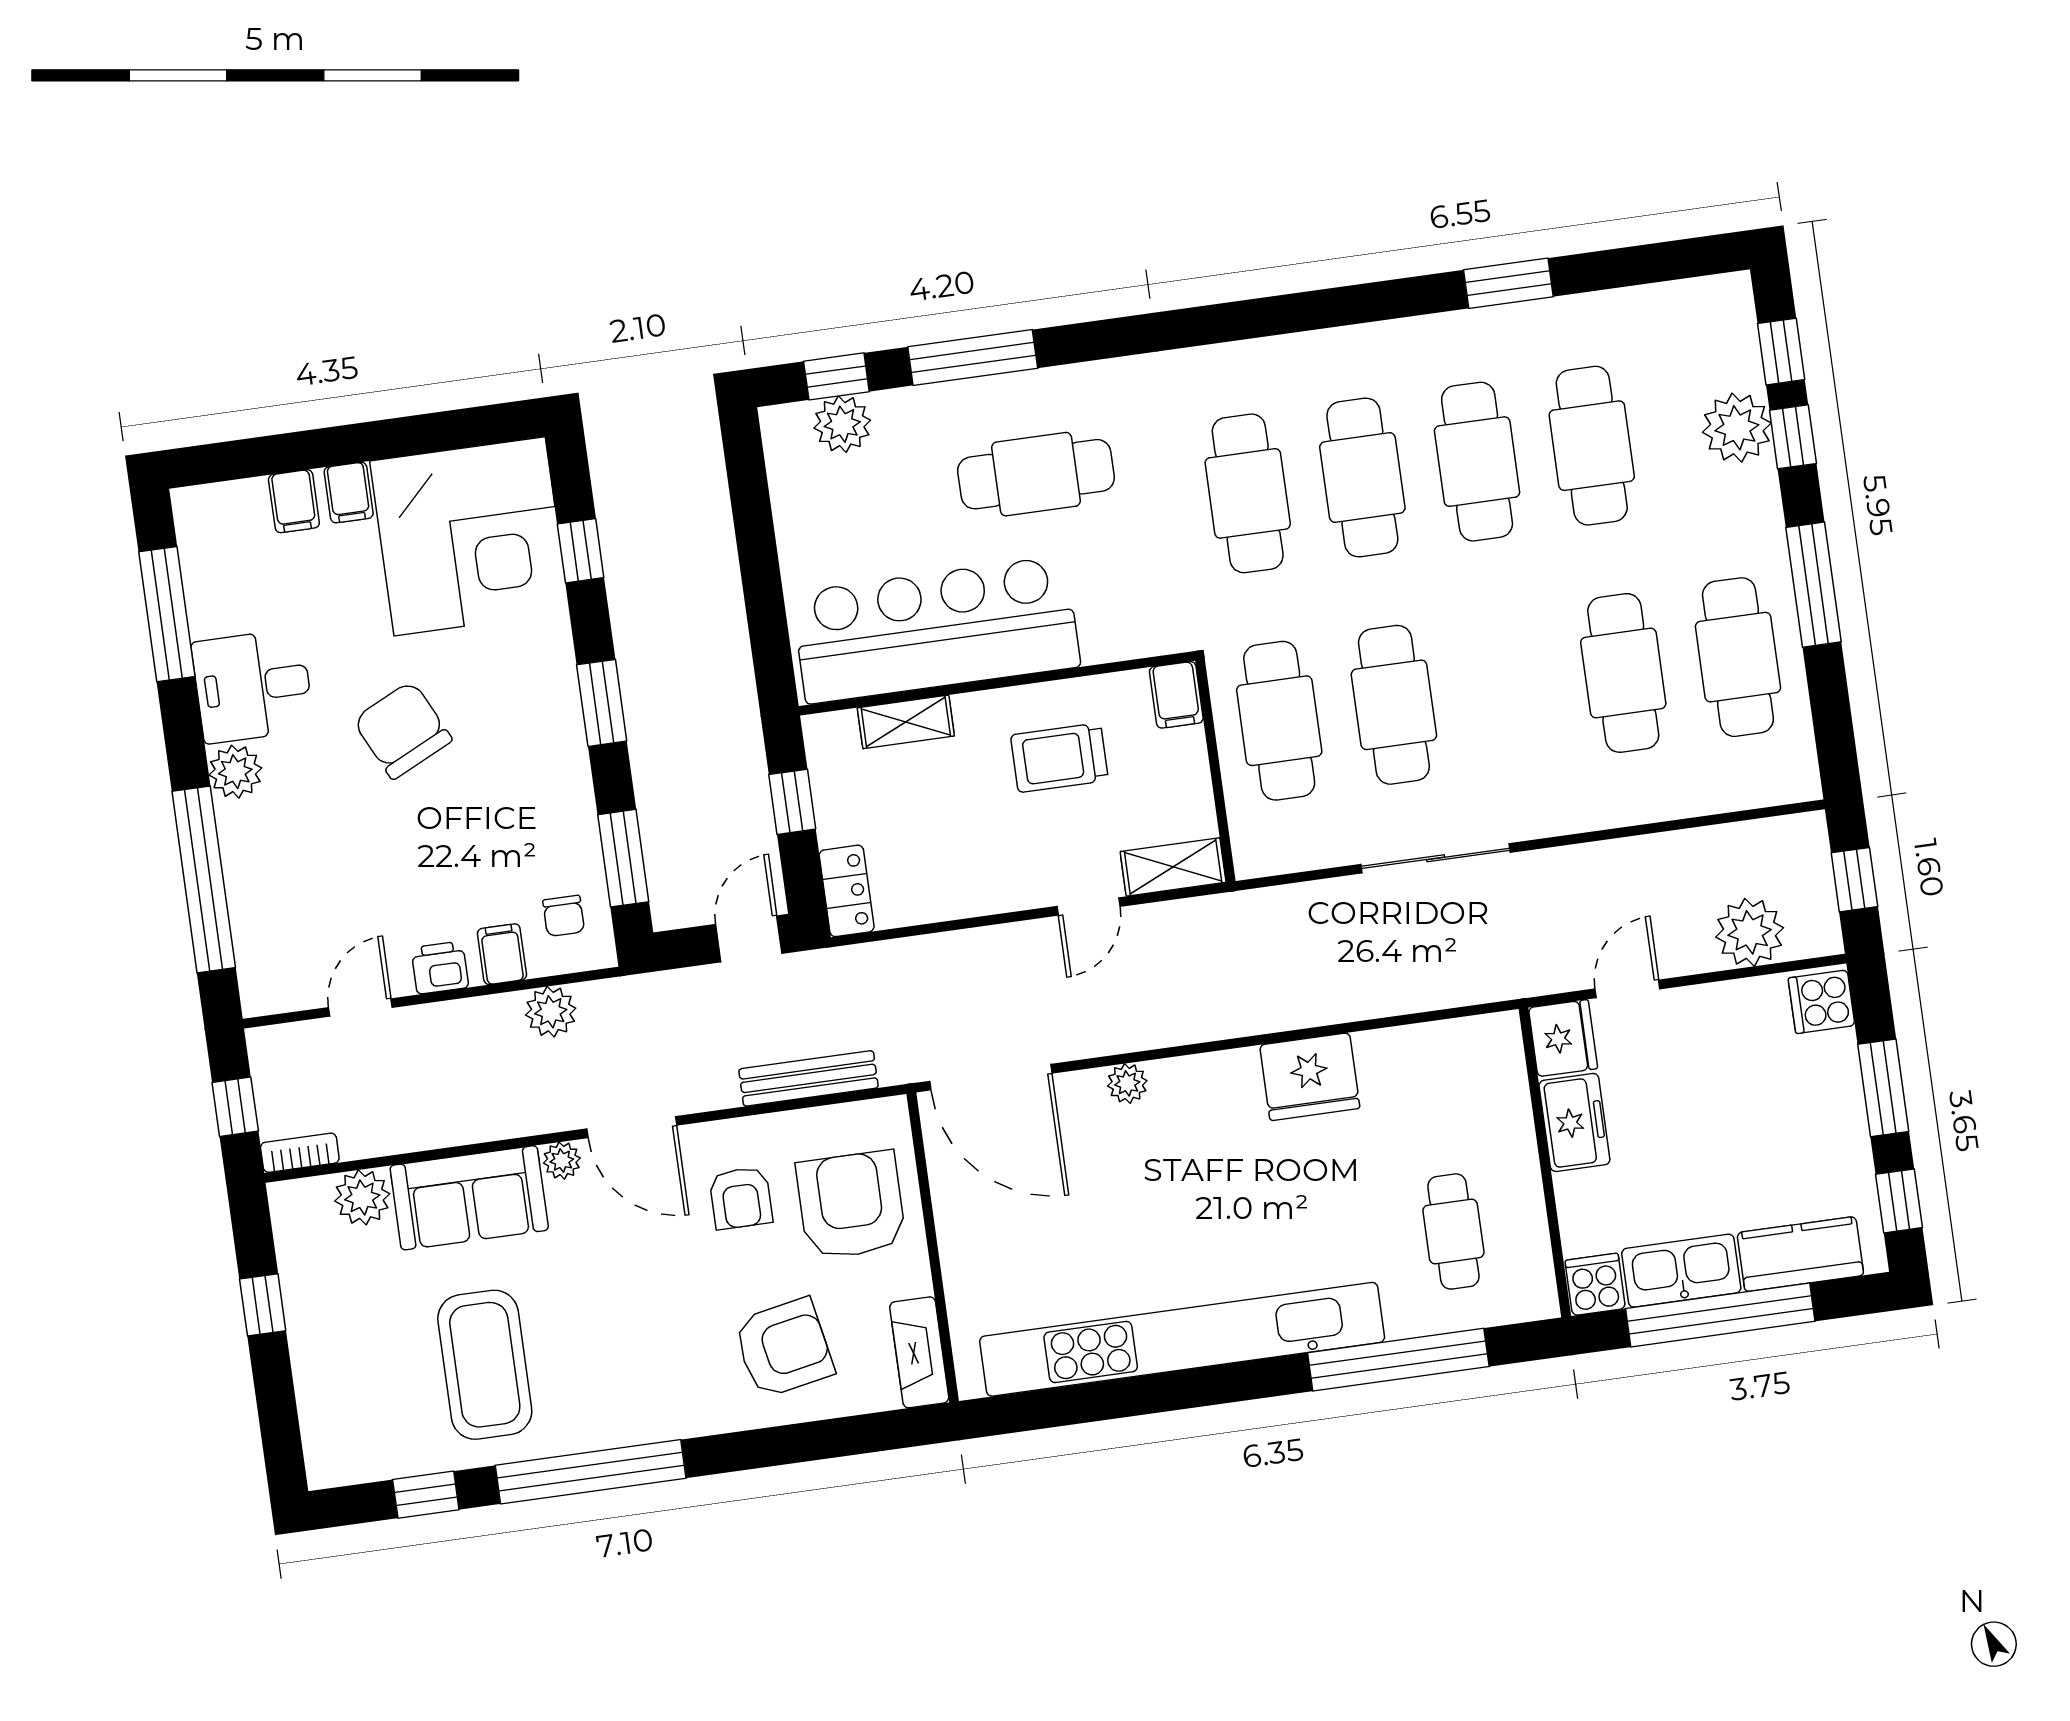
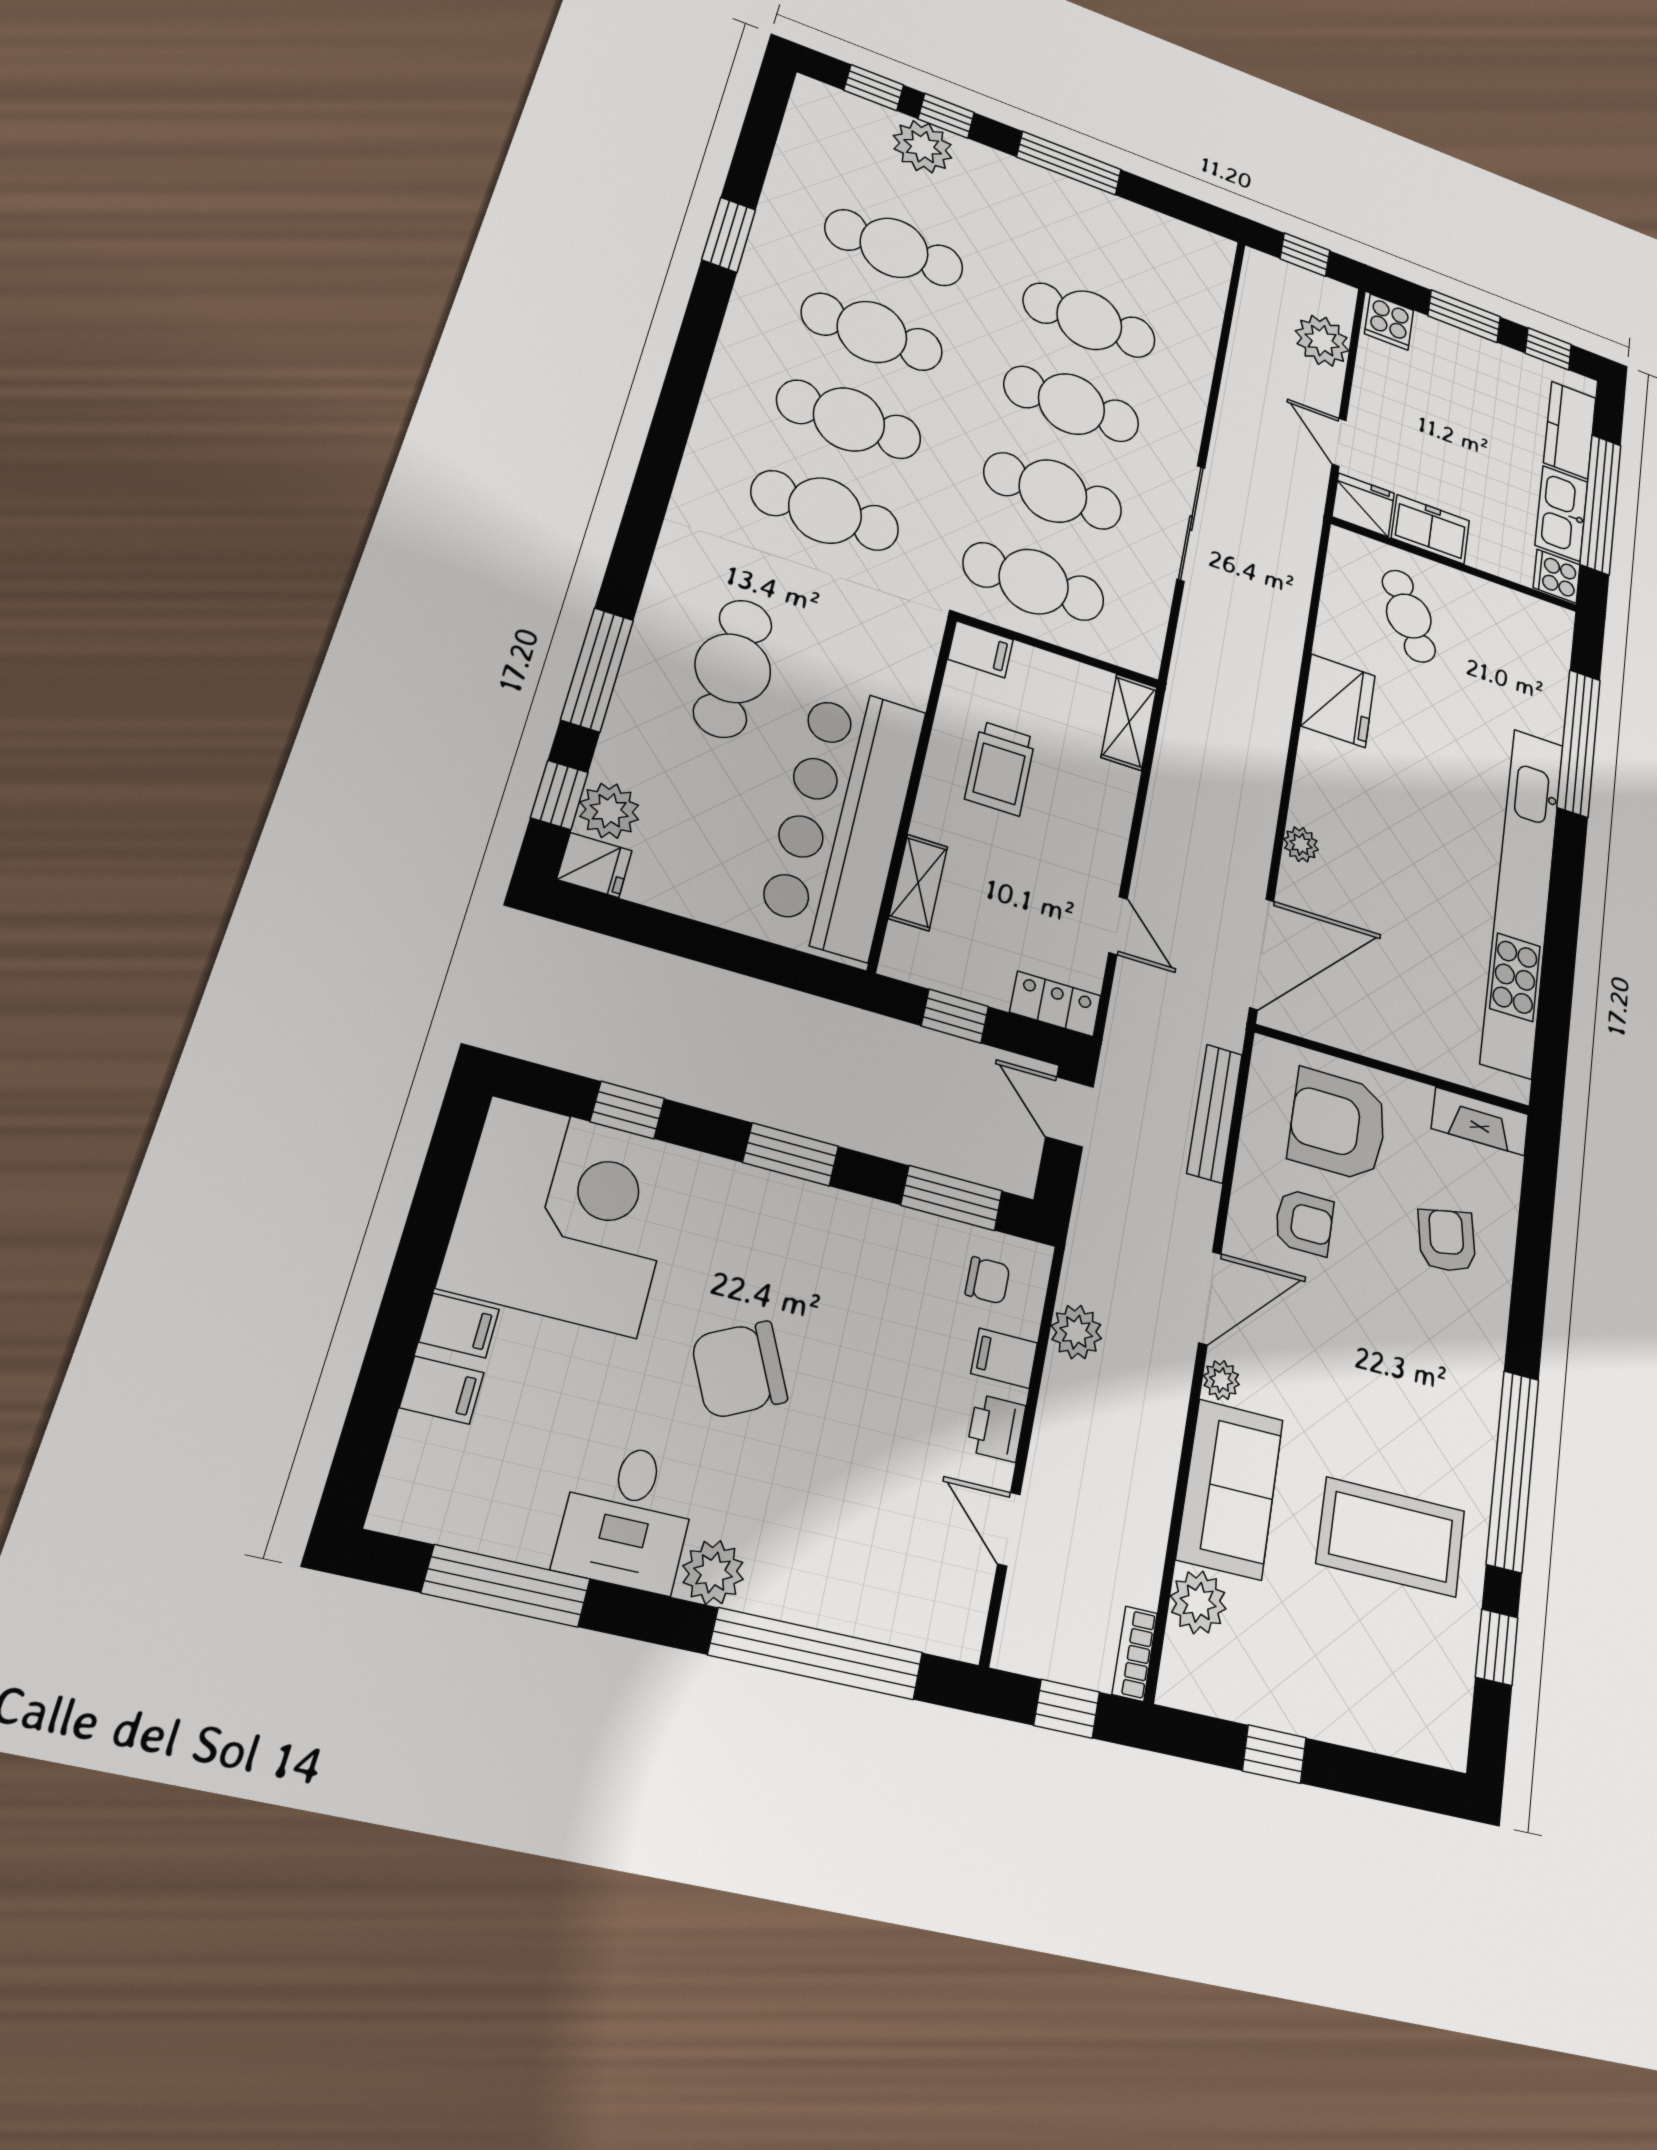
fridge: (786, 433) -> (594, 865), added
cafe table: (1738, 657) -> (1072, 404), moved
door: (1089, 906) -> (1118, 926), moved
cafe table: (1453, 1231) -> (1409, 616), moved, turned 63
armchair: (784, 1348) -> (1447, 1240), width x0.72, depth x0.72

